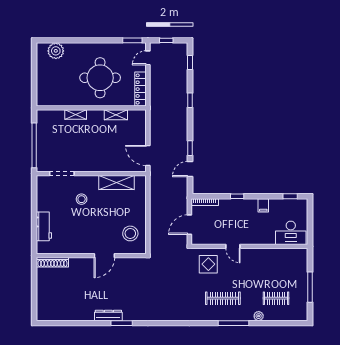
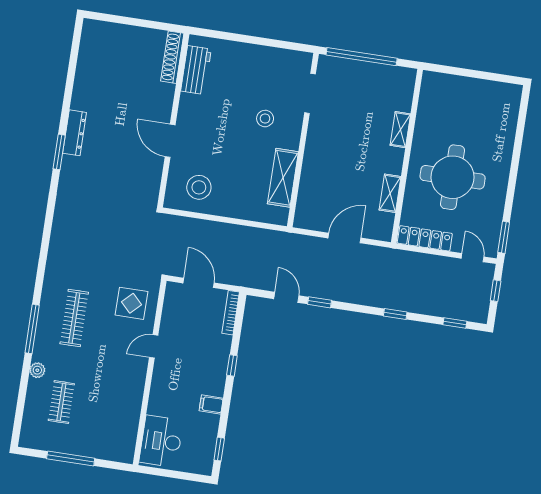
plant: (56, 51) -> (506, 114), removed
door: (148, 156) -> (345, 238), moved
workbench: (44, 226) -> (196, 70), moved, turned -90

